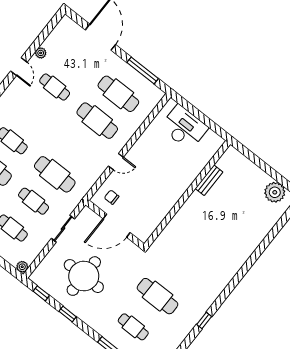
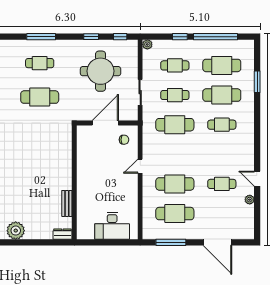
dresser: (235, 156) -> (62, 234), added

